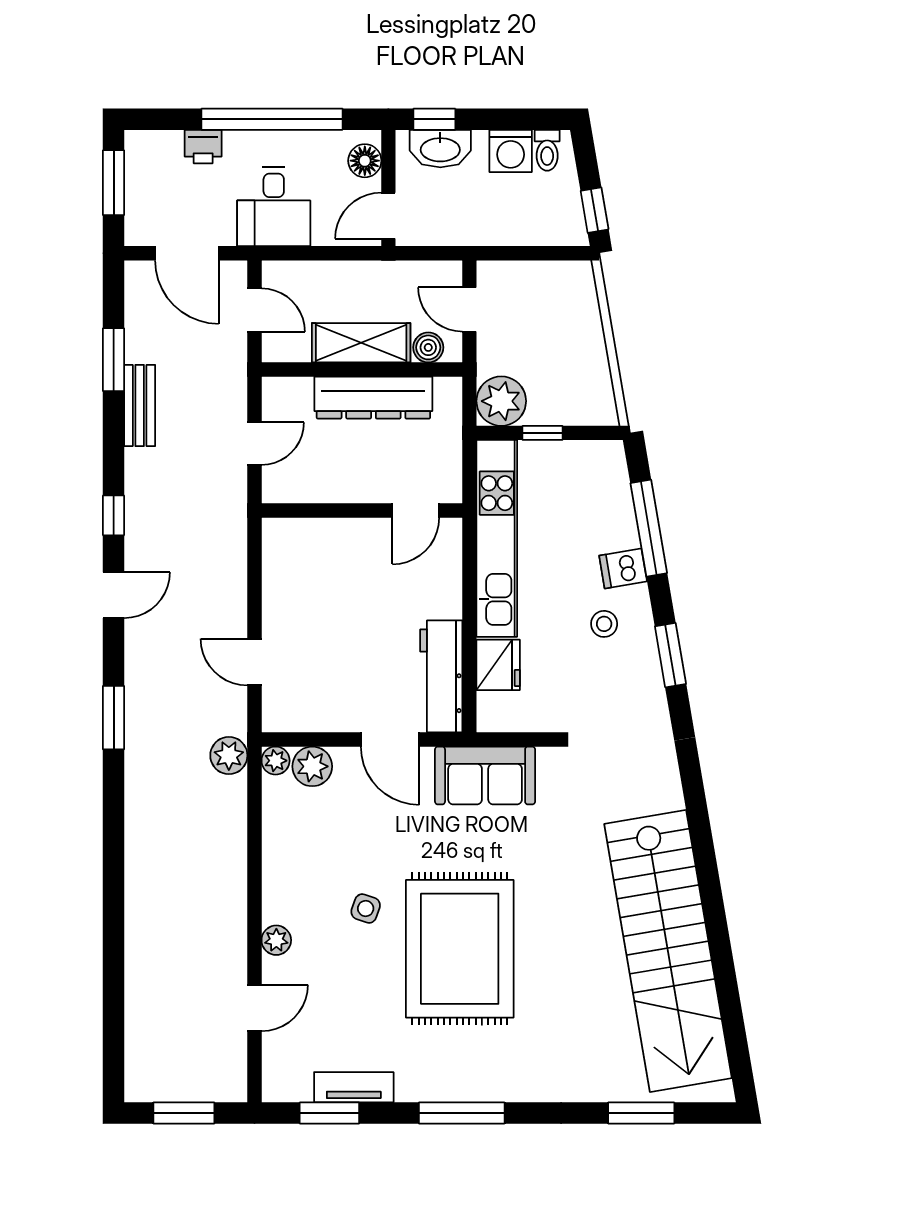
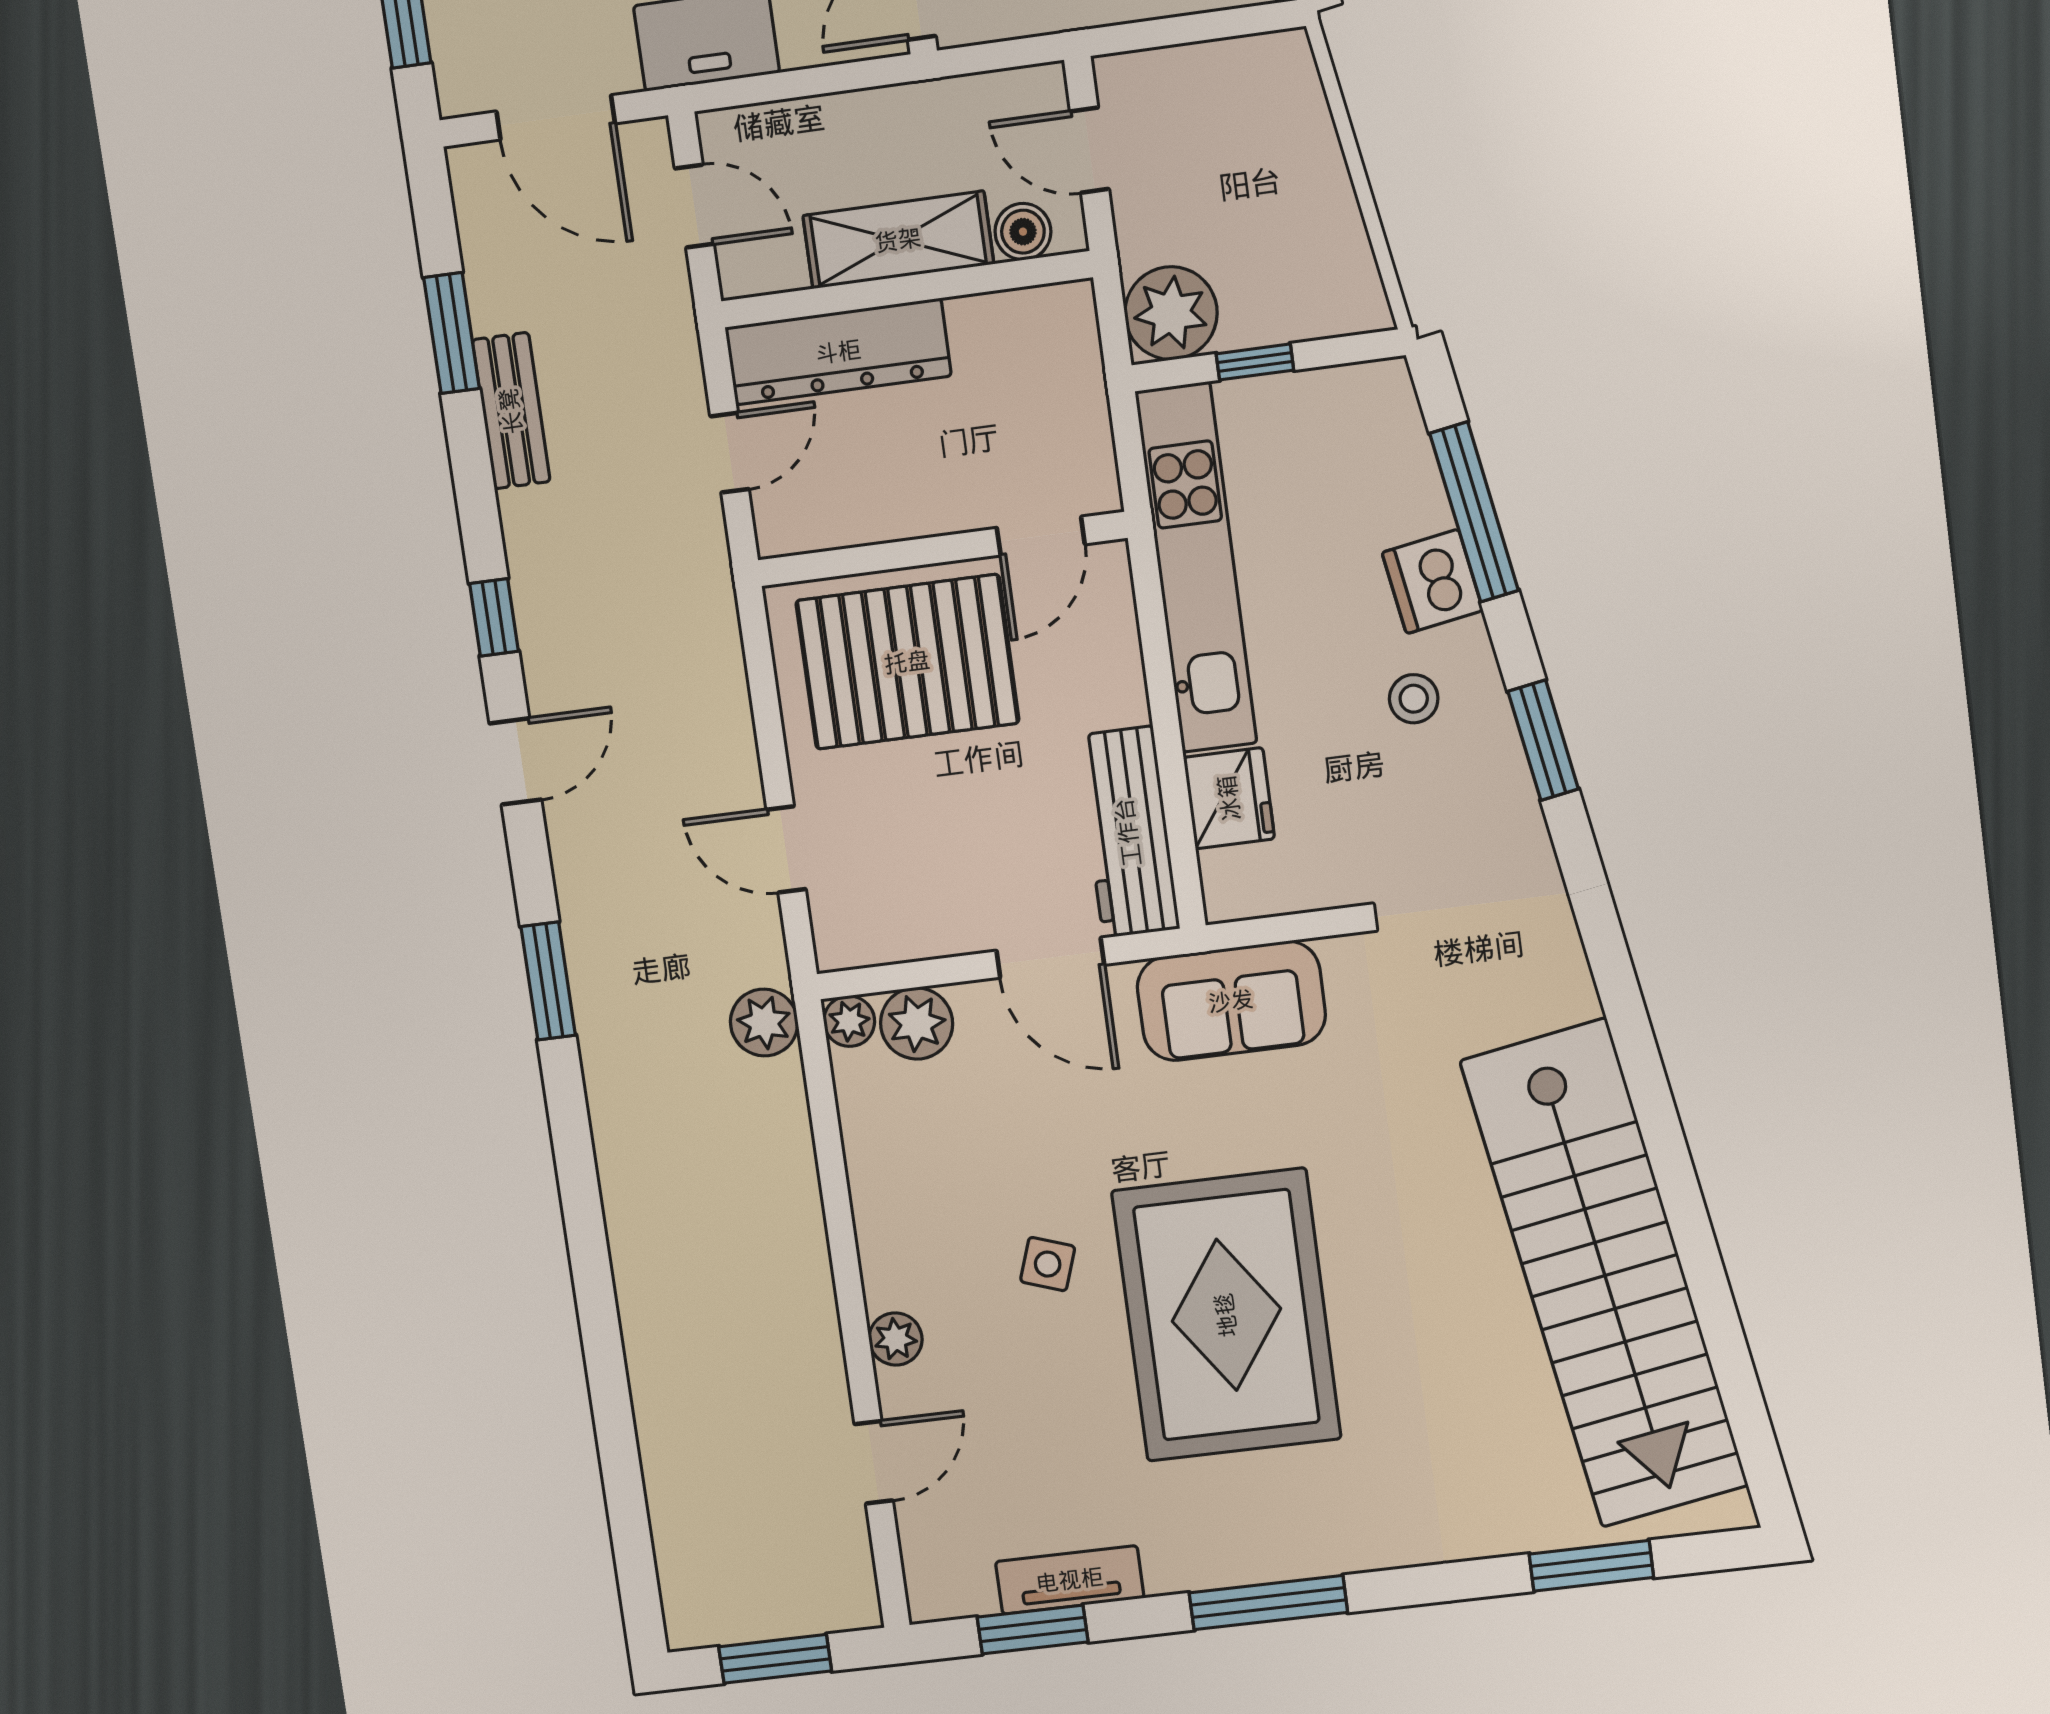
dresser: (373, 398) -> (838, 352), moved
dishwasher: (623, 568) -> (1432, 581), width x1.38
pallet: (335, 569) -> (907, 662), added

